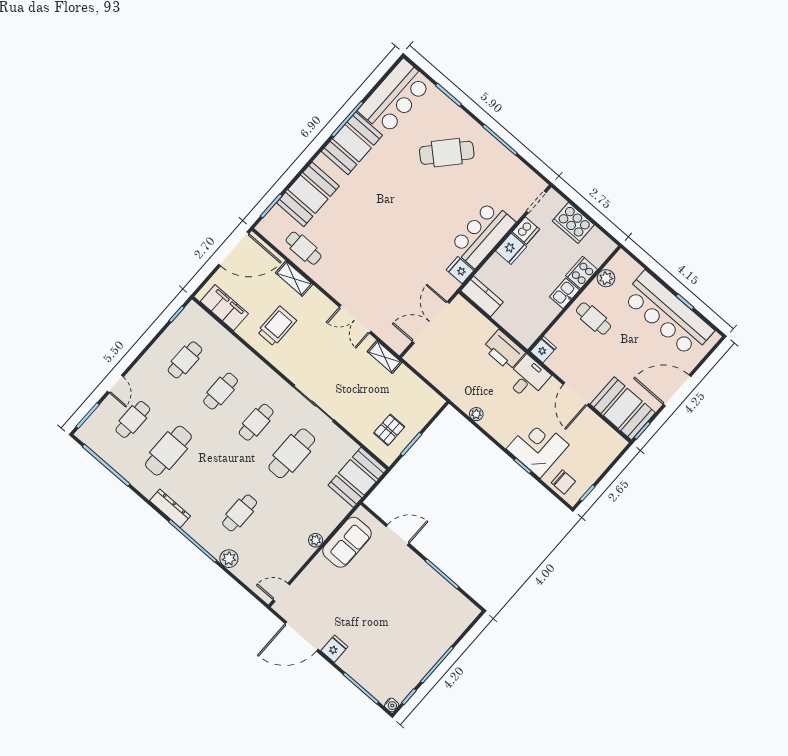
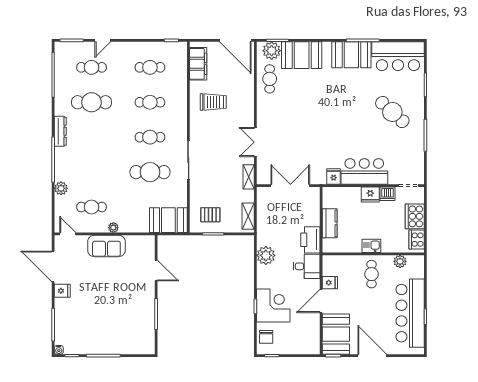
plant: (277, 221) -> (272, 51), added
cooker: (582, 273) -> (417, 240), moved, turned -90
shelving: (294, 279) -> (248, 216), moved
kitchen counter: (482, 296) -> (330, 223), moved
fridge: (543, 350) -> (330, 283), moved
plant: (476, 414) -> (266, 255), width x1.88, depth x1.88
cafe table: (240, 513) -> (92, 207), moved
sofa: (347, 542) -> (106, 246), moved

